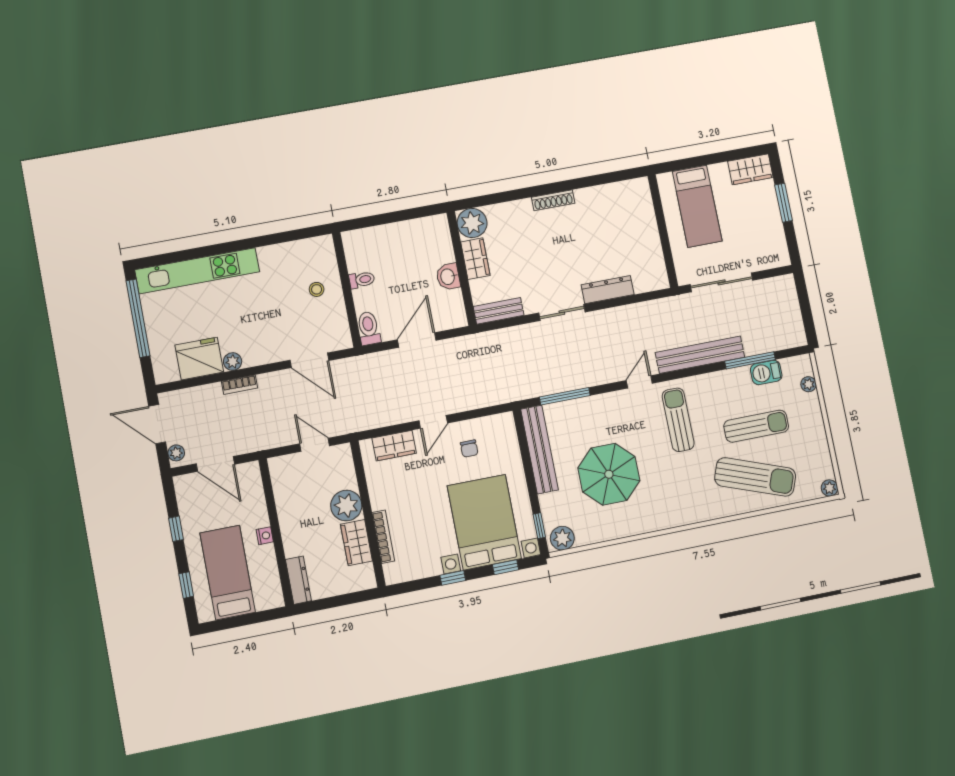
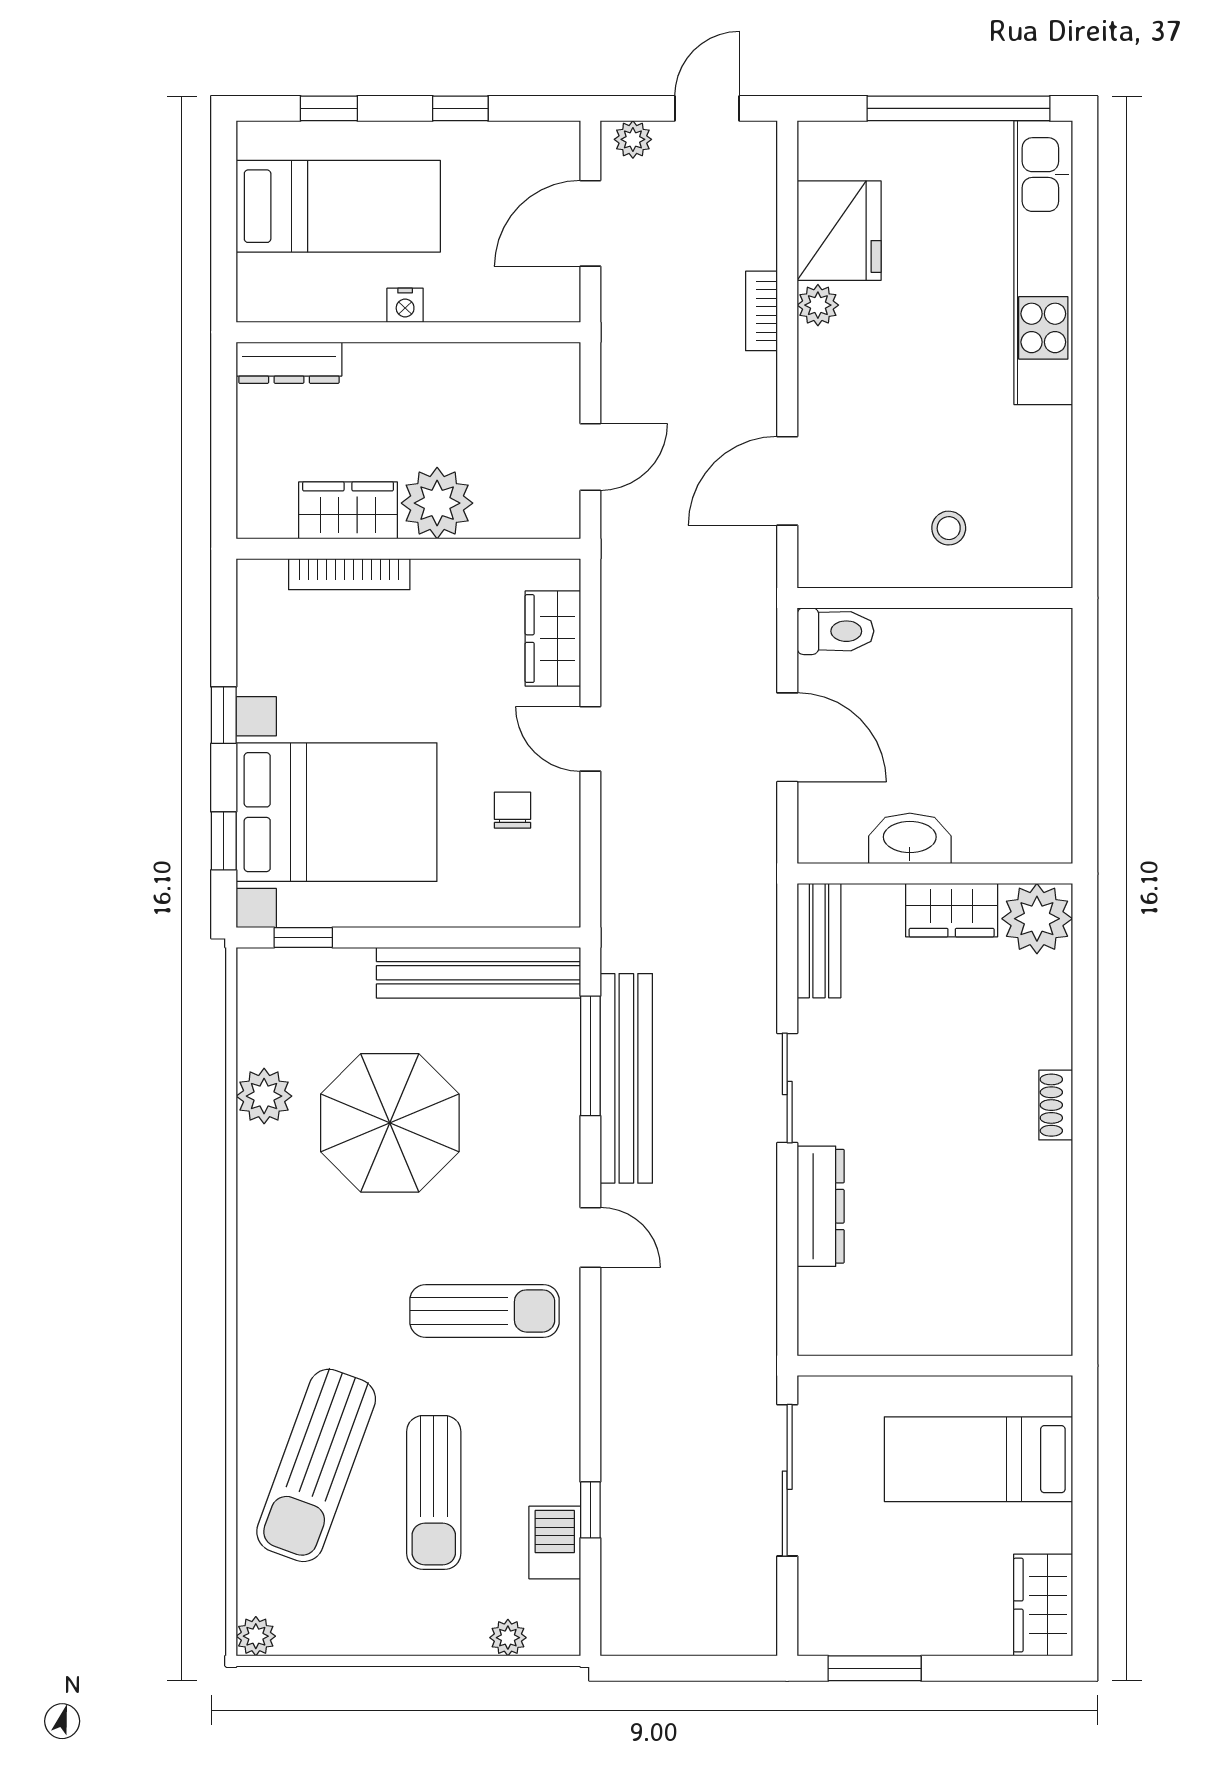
shoe rack: (553, 200) -> (1056, 1105), width x0.70
window: (784, 203) -> (875, 1668), moved
washbasin: (448, 277) -> (910, 838), width x1.38
toilet: (362, 280) -> (952, 637), removed
bench: (700, 355) -> (626, 1078), moved
window: (750, 360) -> (590, 1510), width x0.46
door: (157, 424) -> (707, 108), width x0.73
chair: (469, 449) -> (513, 810), turned 90
plant: (562, 538) -> (264, 1096), moved

